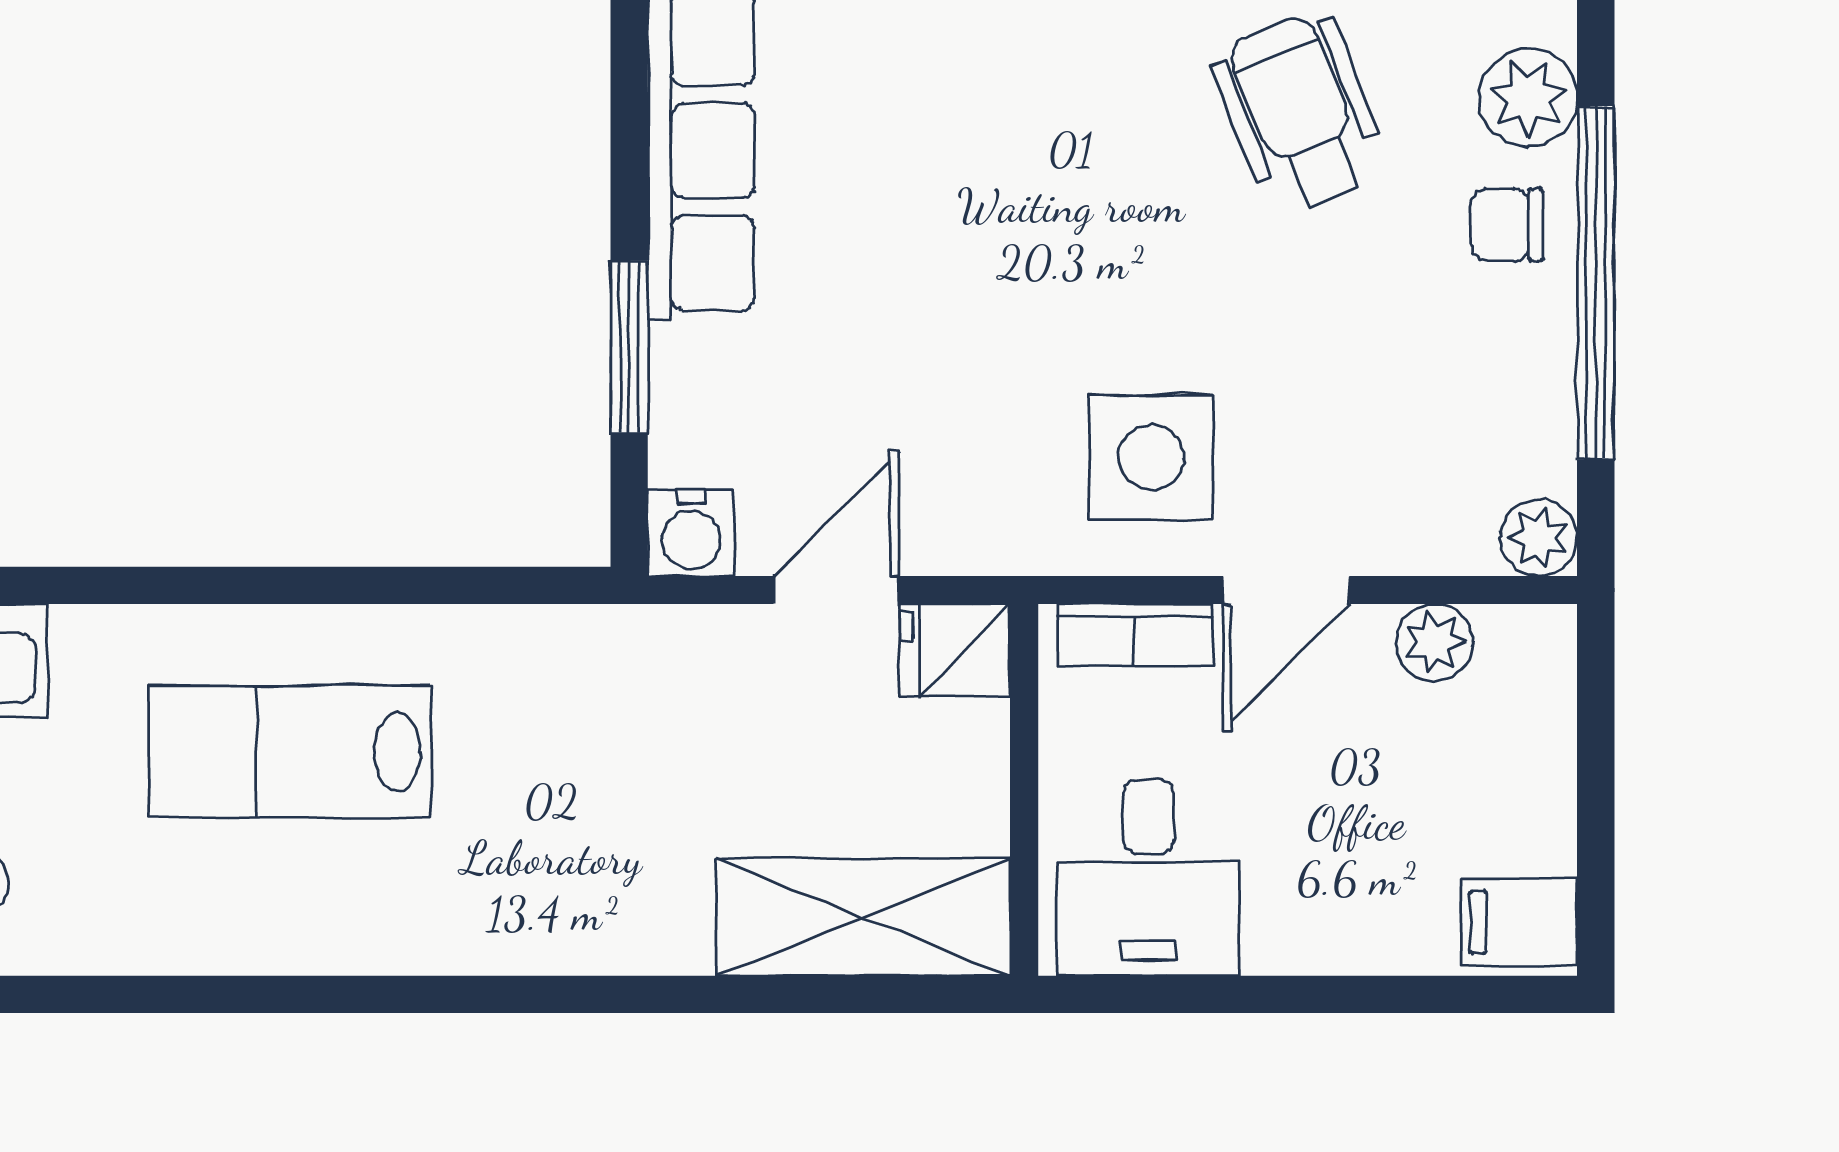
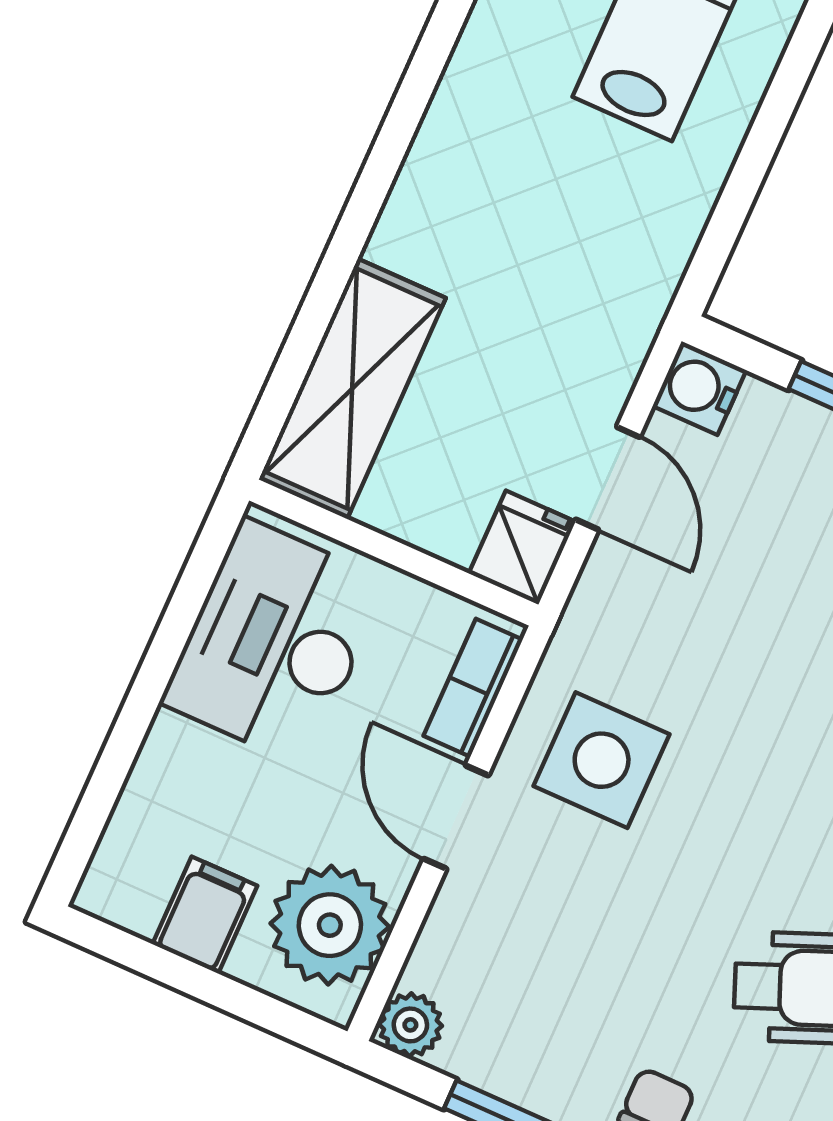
plant: (1434, 643) -> (330, 925), width x1.87, depth x1.87
desk: (1148, 878) -> (275, 642), width x1.37
filing cabinet: (1519, 922) -> (205, 915), moved

